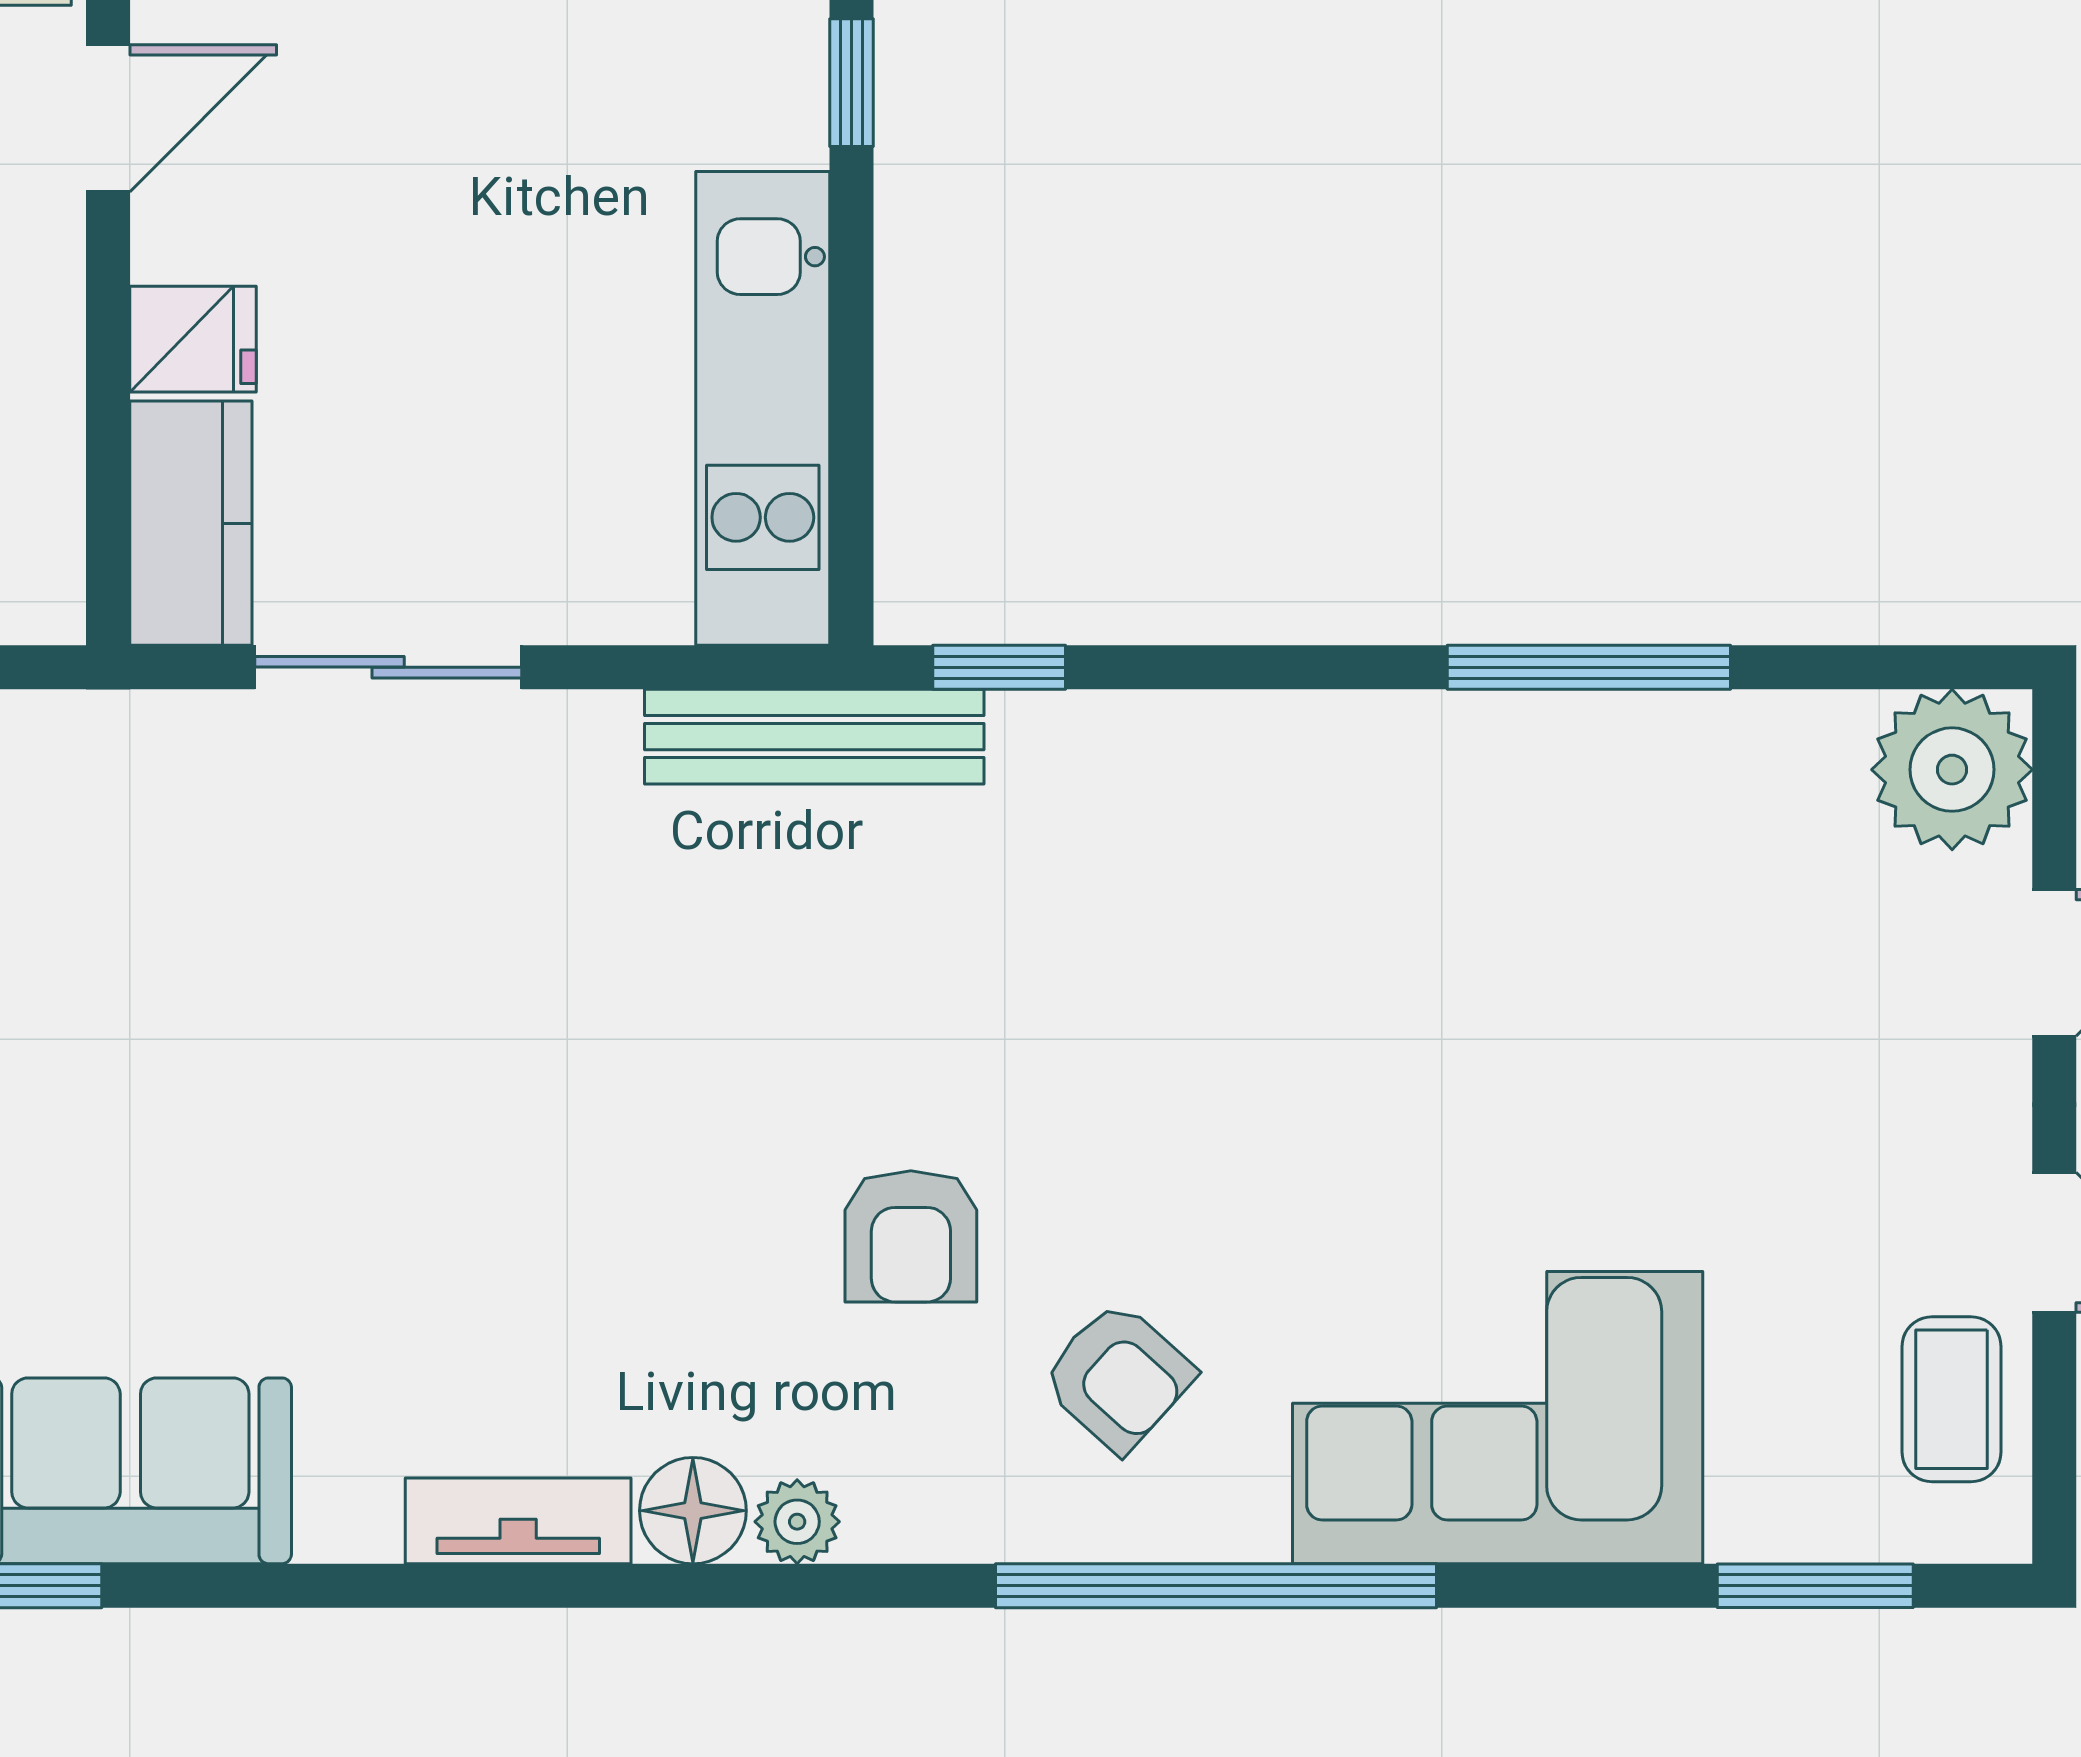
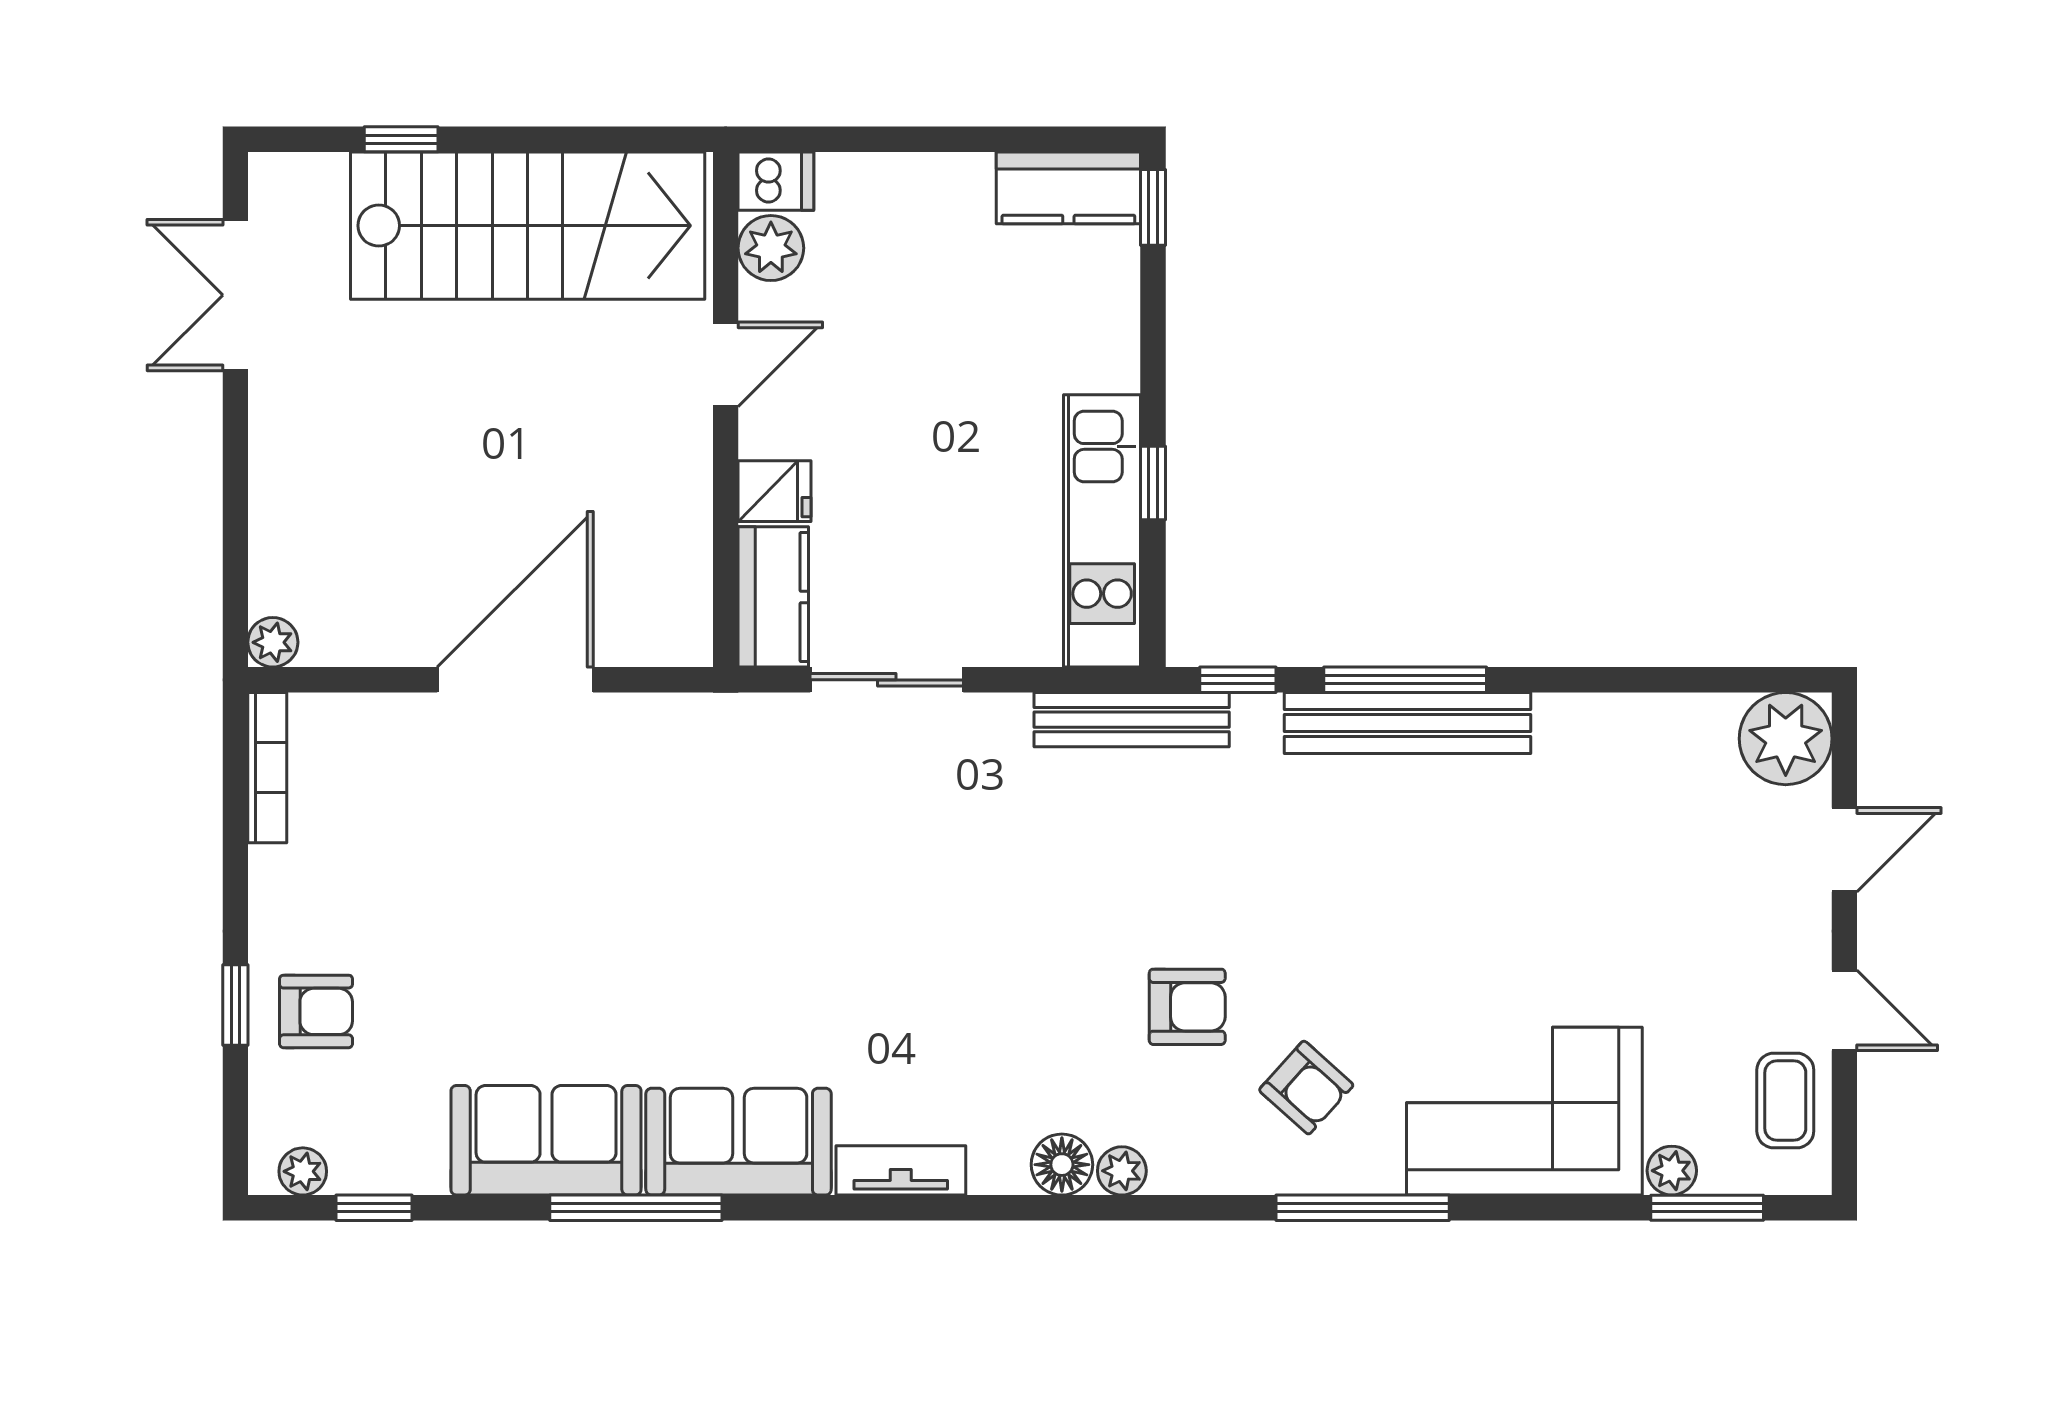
window: (851, 83) -> (1153, 483), moved
window: (1589, 667) -> (1405, 680), moved
bench: (1294, 742) -> (1408, 723), added
armchair: (911, 1236) -> (1187, 1007), turned -90
tv unit: (518, 1521) -> (901, 1170), moved
plant: (1754, 1521) -> (1672, 1171), added
window: (1216, 1586) -> (1363, 1208), width x0.68

